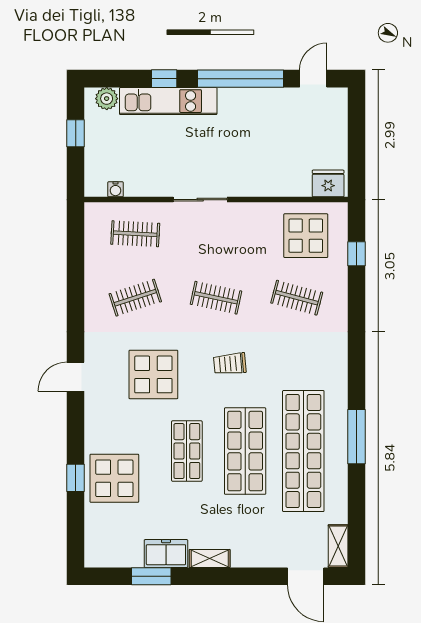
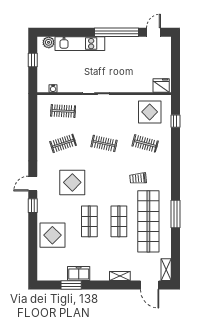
window: (164, 79) -> (78, 32), removed
trolley: (230, 364) -> (138, 178), moved
shop shelf: (245, 451) -> (119, 221), width x0.70, depth x0.74
window: (76, 478) -> (33, 206), moved
shelving: (210, 559) -> (120, 276), moved

